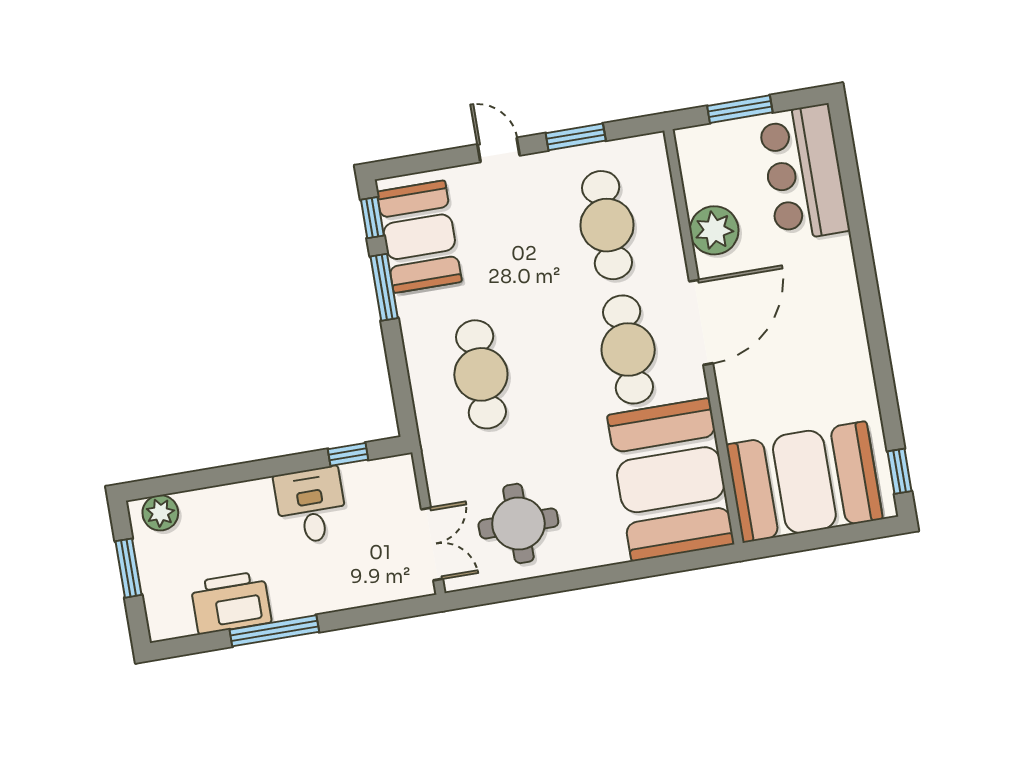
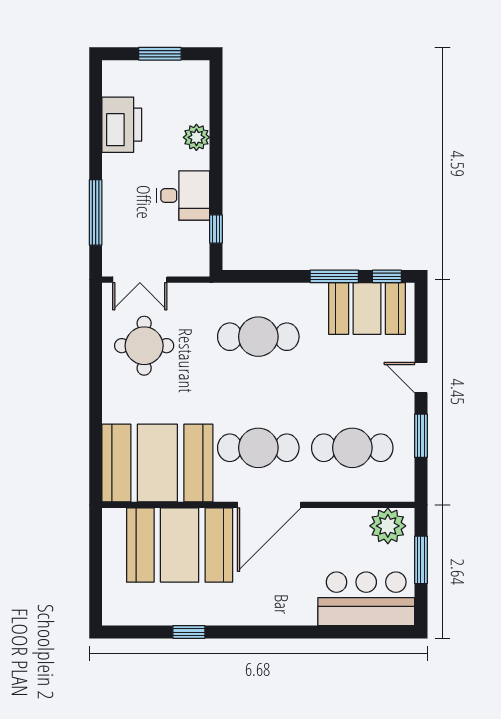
door: (499, 150) -> (421, 378), swing flipped
plant: (714, 230) -> (388, 526), moved
door: (701, 322) -> (269, 505), hinge flipped
window: (899, 471) -> (189, 632), moved
booth: (804, 482) -> (180, 545), moved, turned 90
plant: (160, 513) -> (196, 137), moved
window: (274, 631) -> (96, 212), moved

